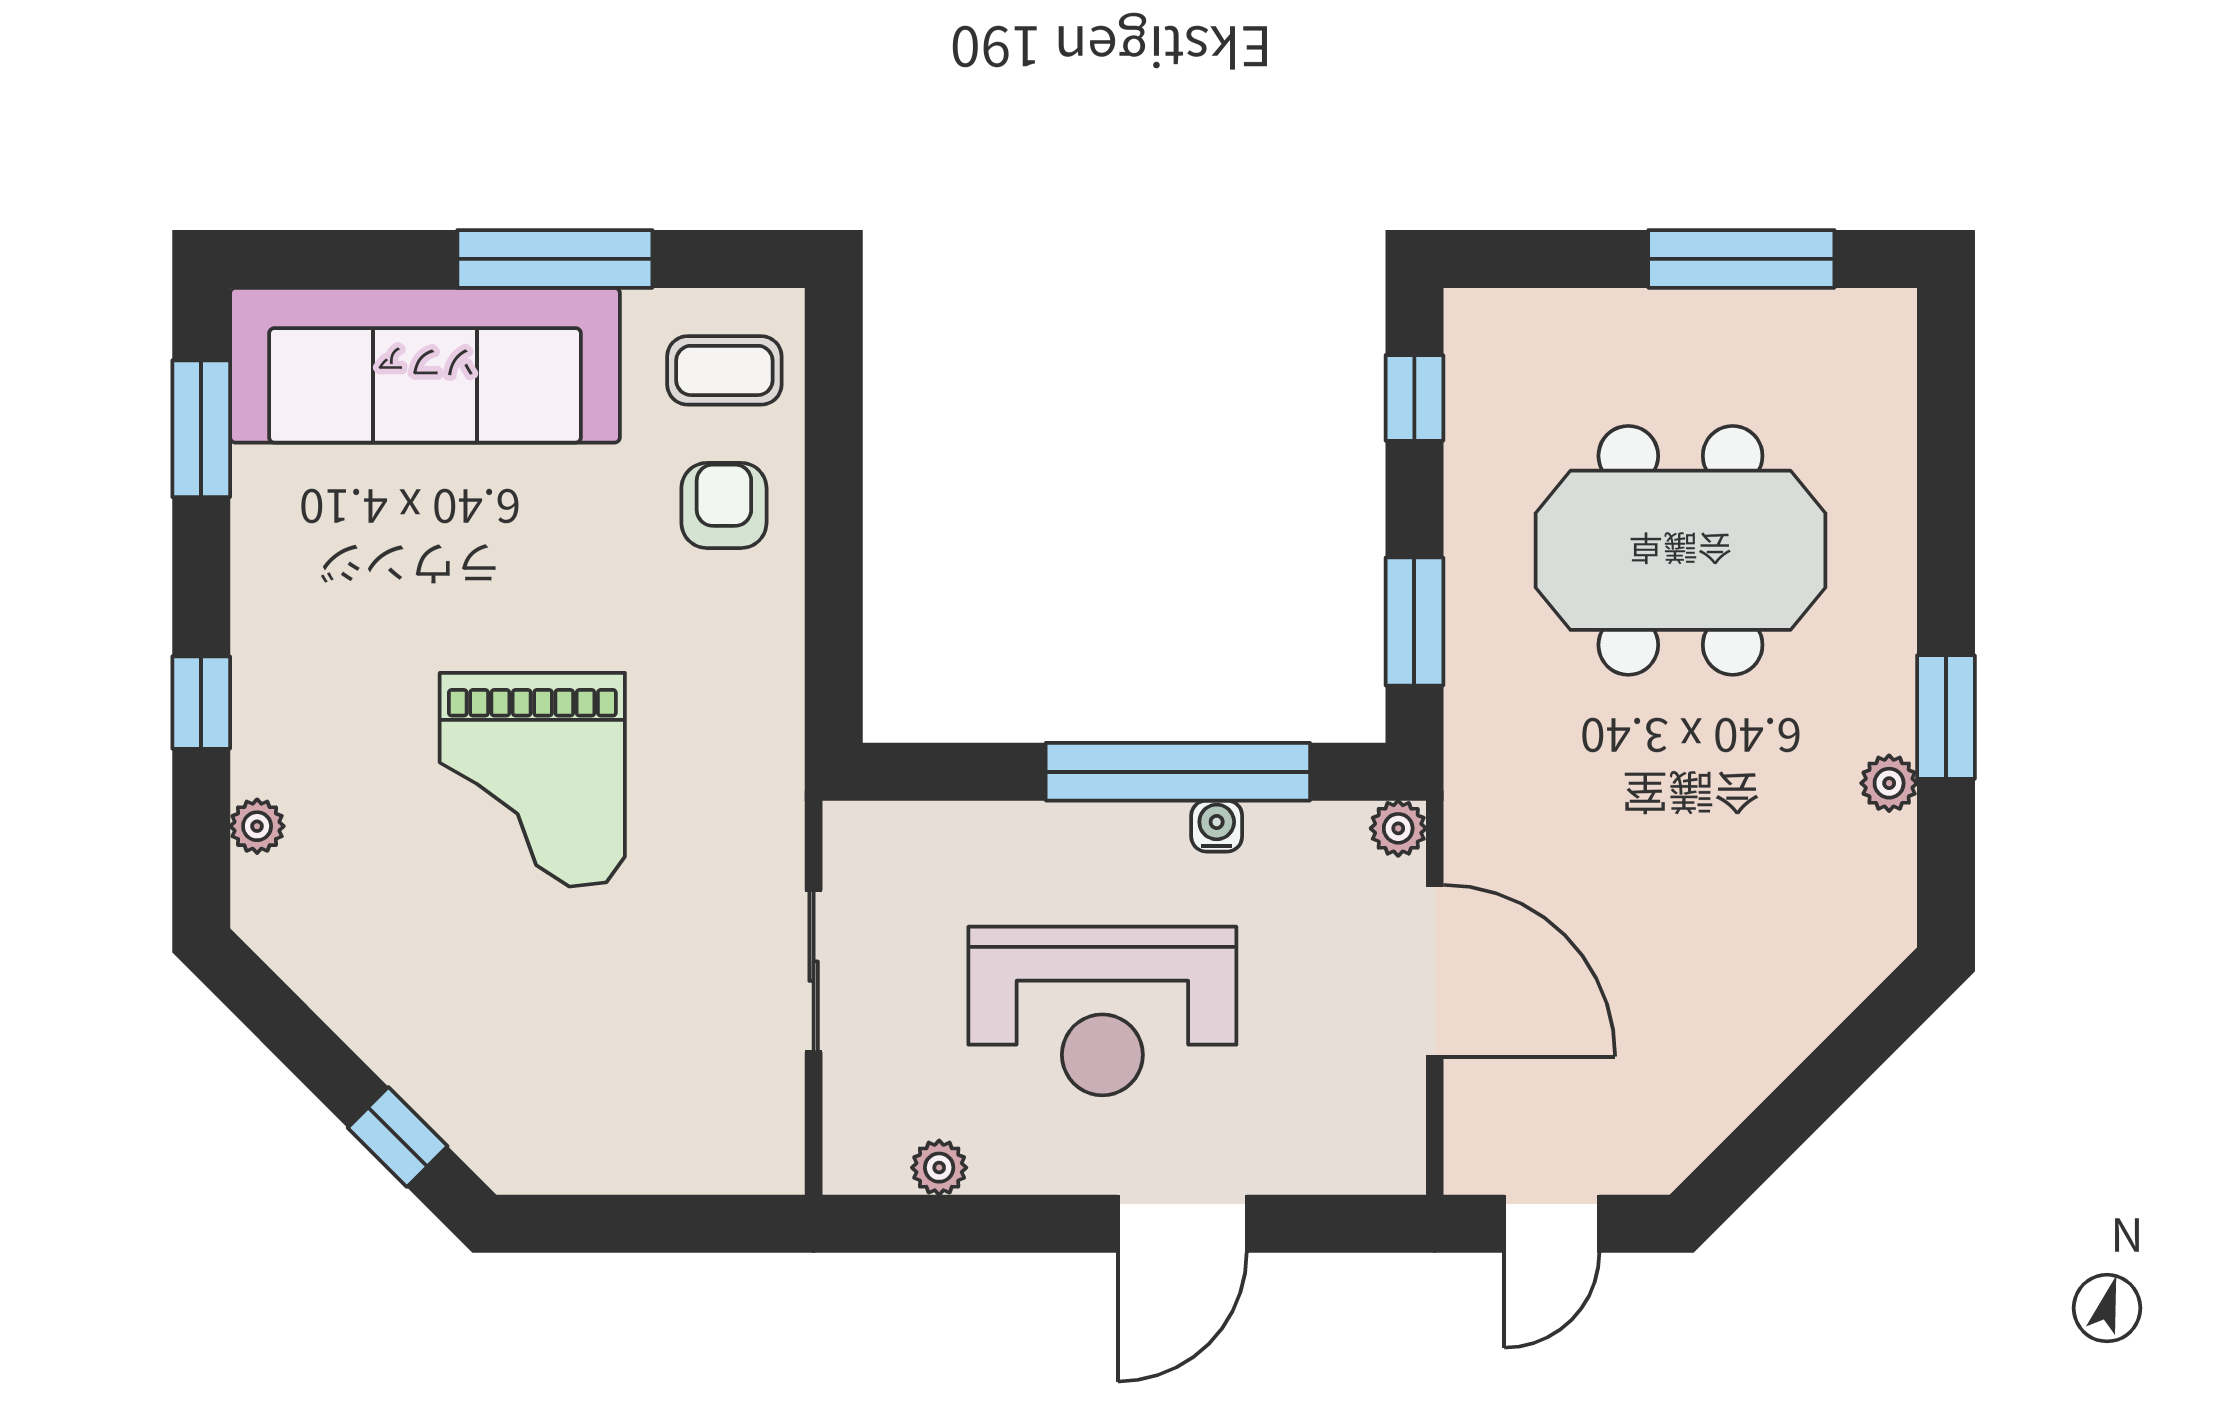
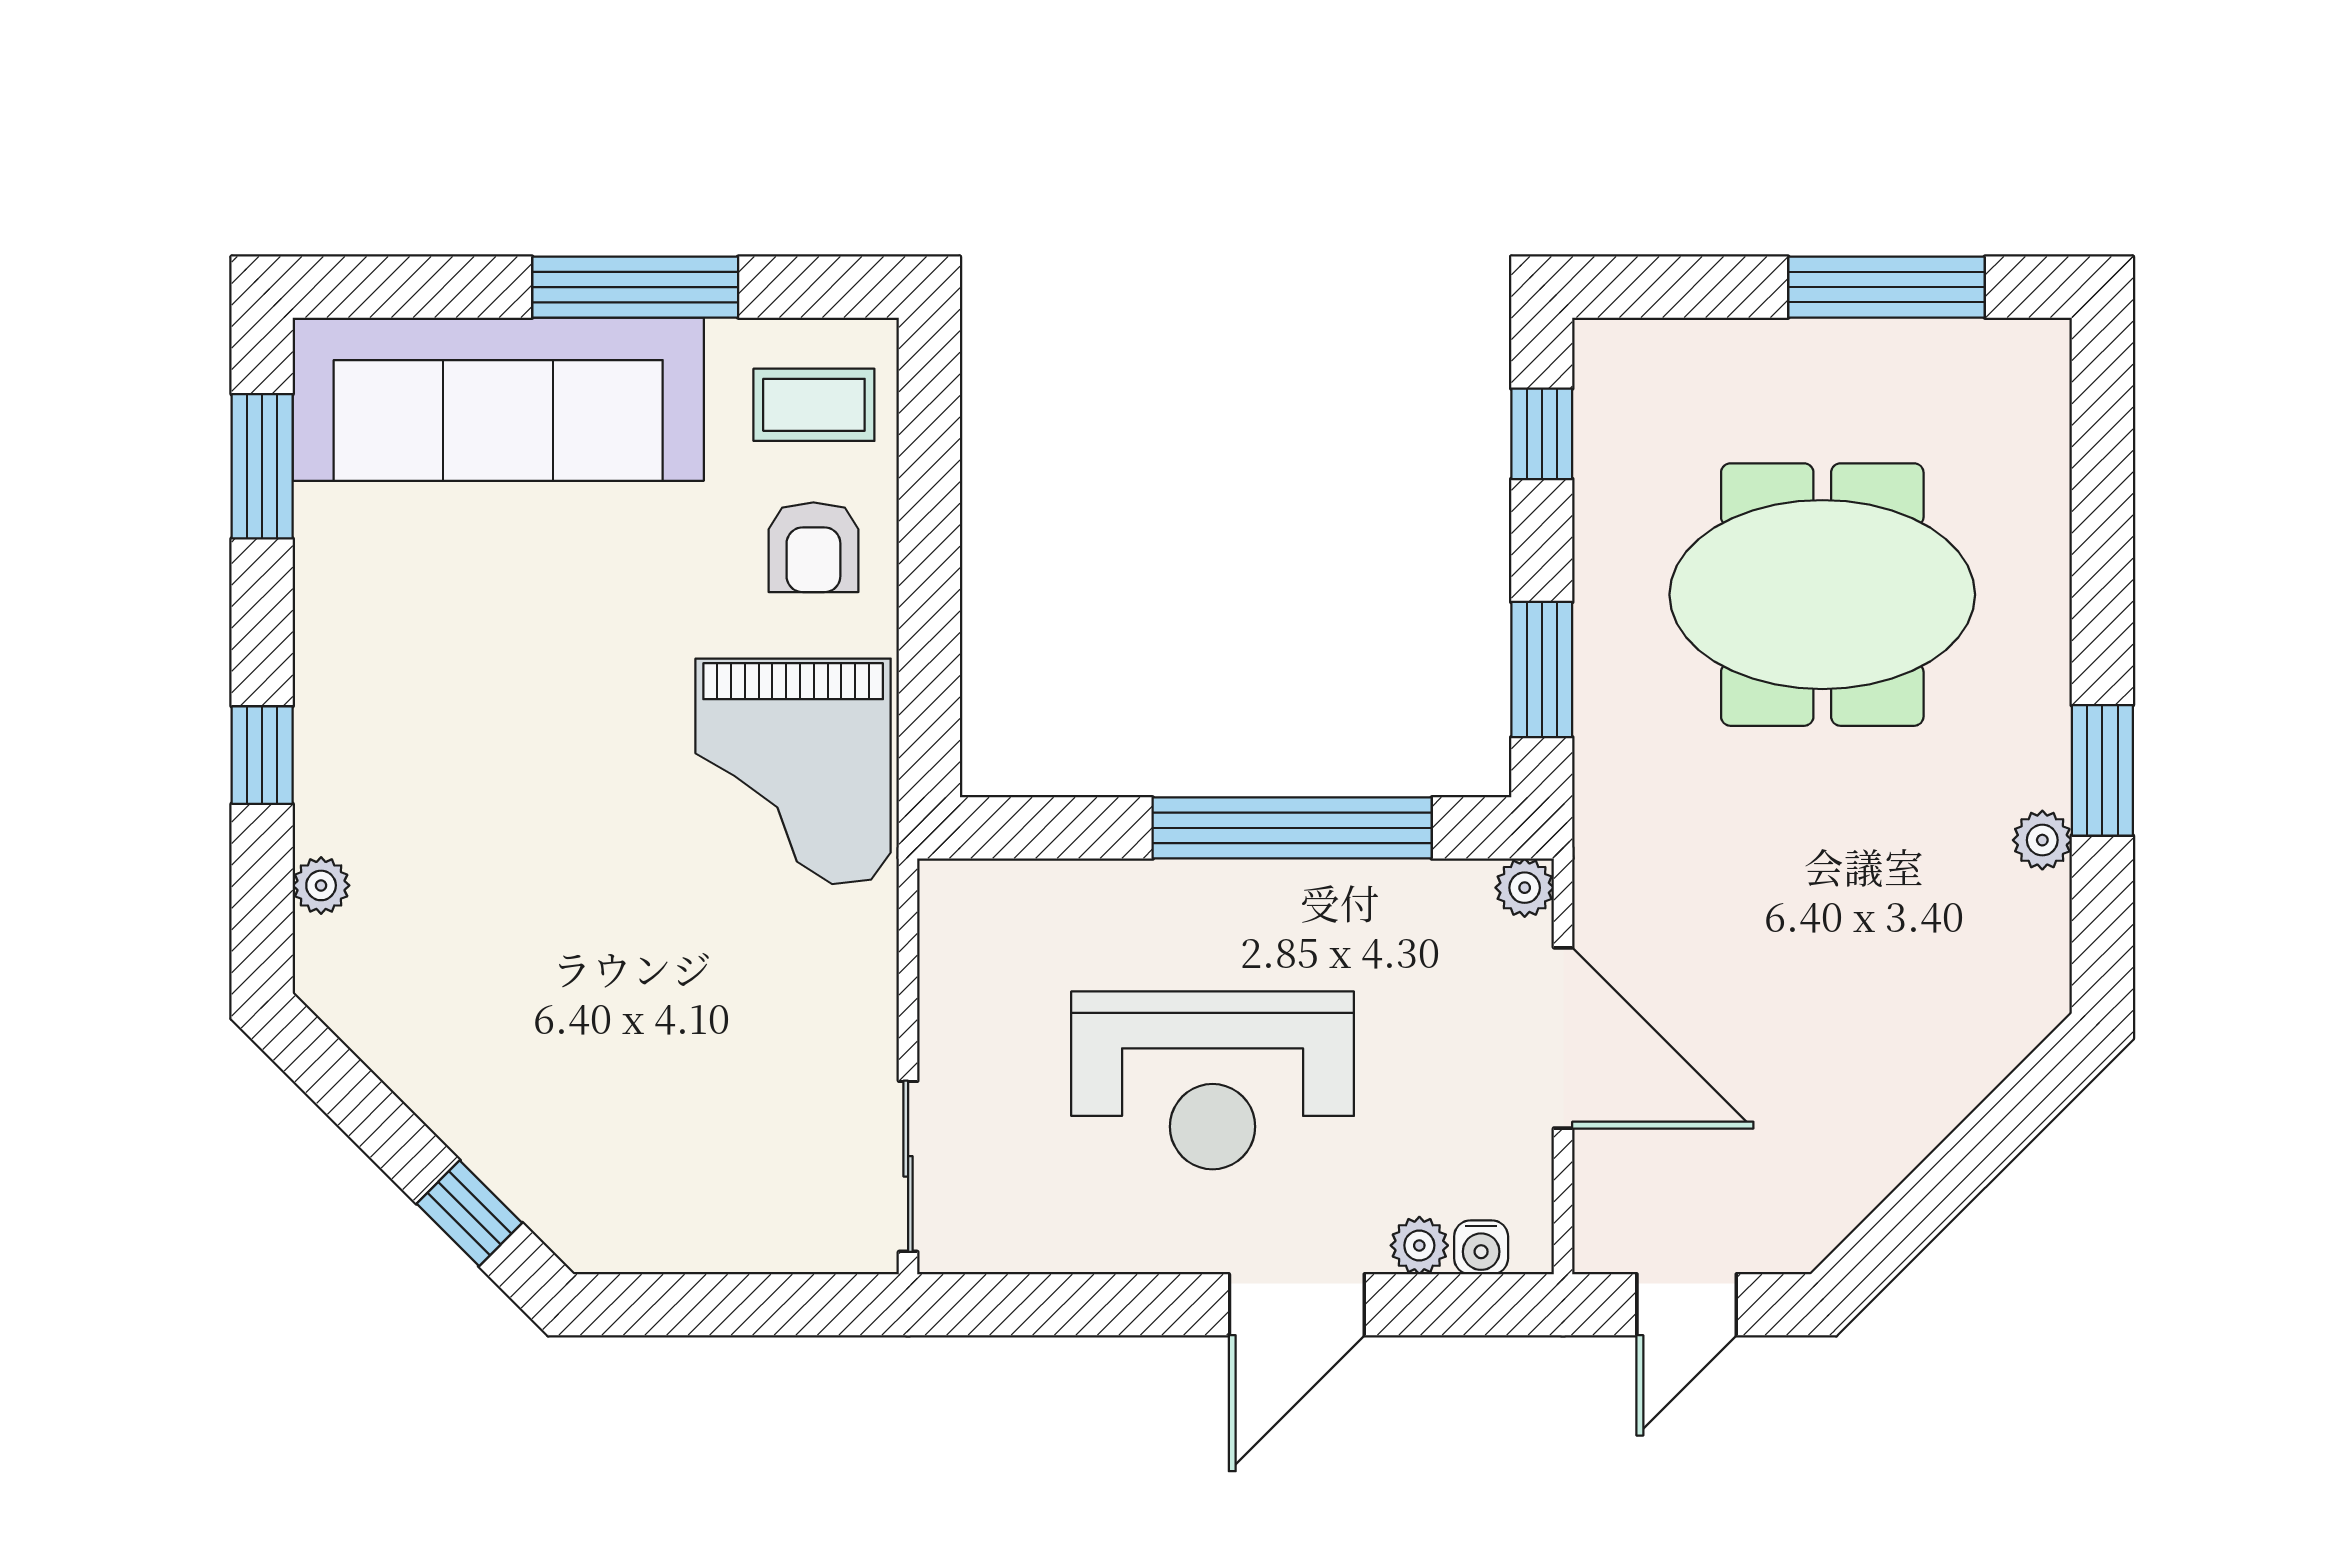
armchair: (724, 505) -> (813, 547), turned 180
grand piano: (532, 780) -> (793, 771), moved
water cooler: (1217, 826) -> (1481, 1247), moved, turned 180
sliding door: (814, 971) -> (908, 1166), moved
plant: (939, 1168) -> (1419, 1245), moved

